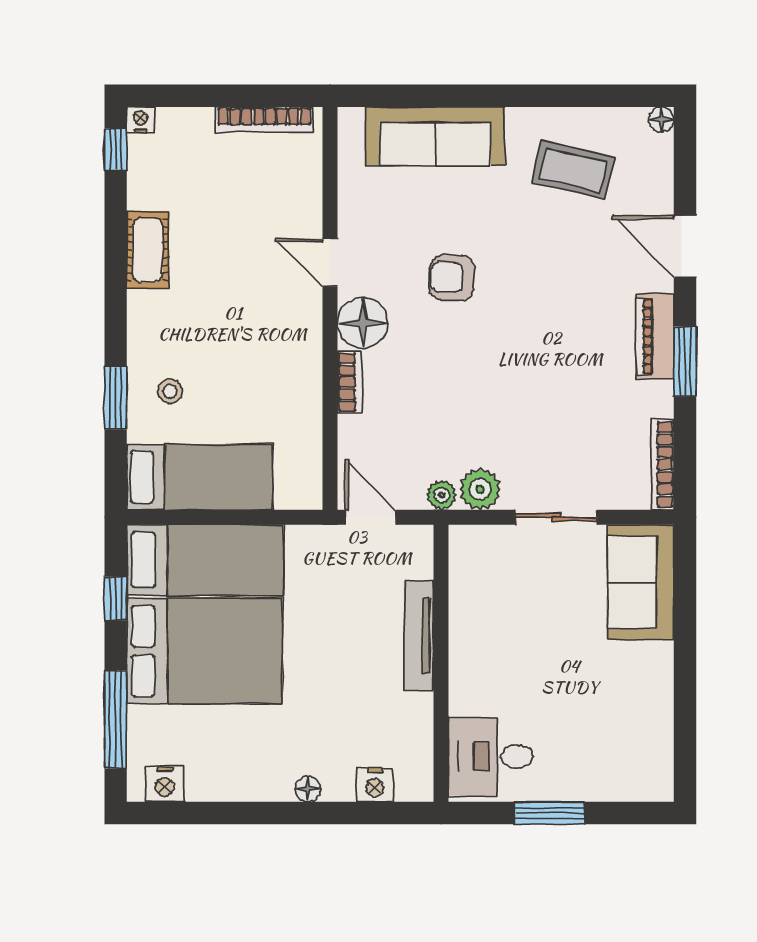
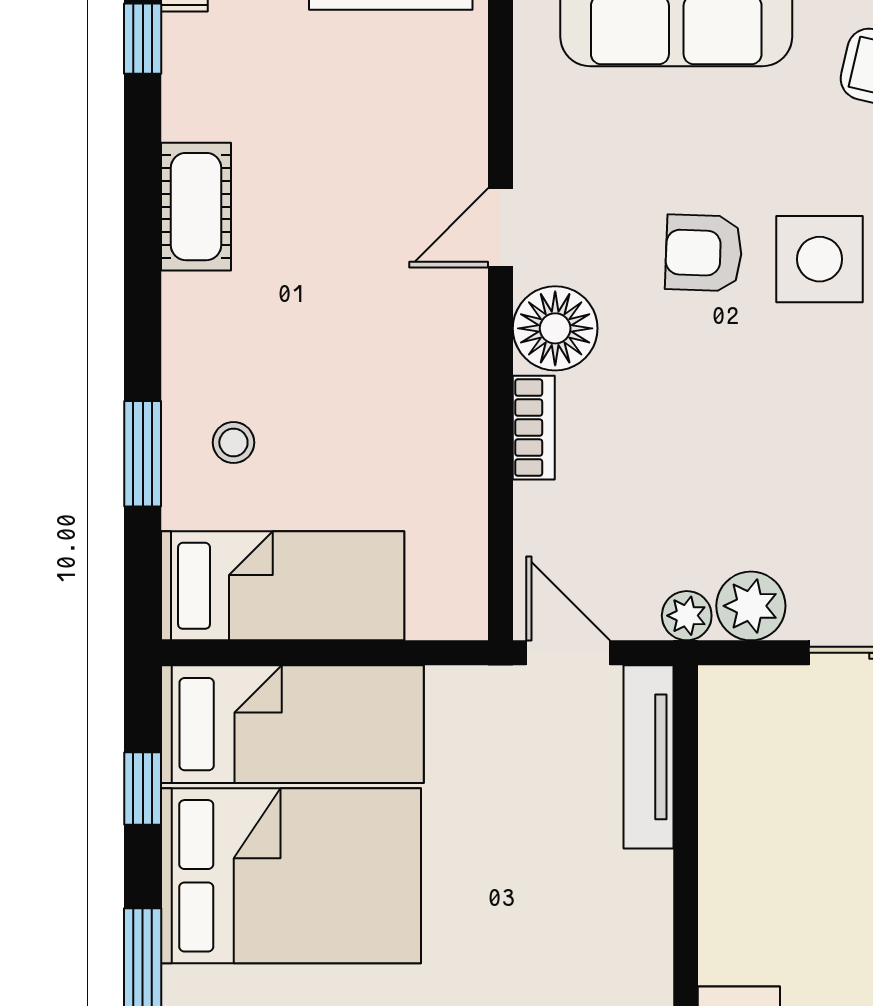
door: (330, 263) -> (501, 228), hinge flipped
side table: (521, 281) -> (820, 259), added
tv unit: (419, 636) -> (648, 757), moved

